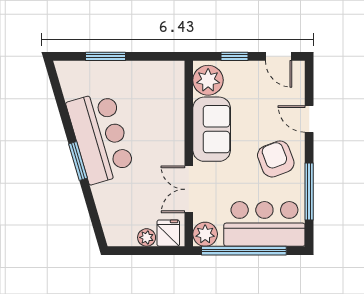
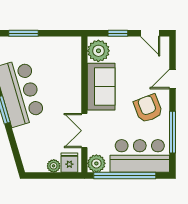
door: (309, 119) -> (172, 79), hinge flipped

